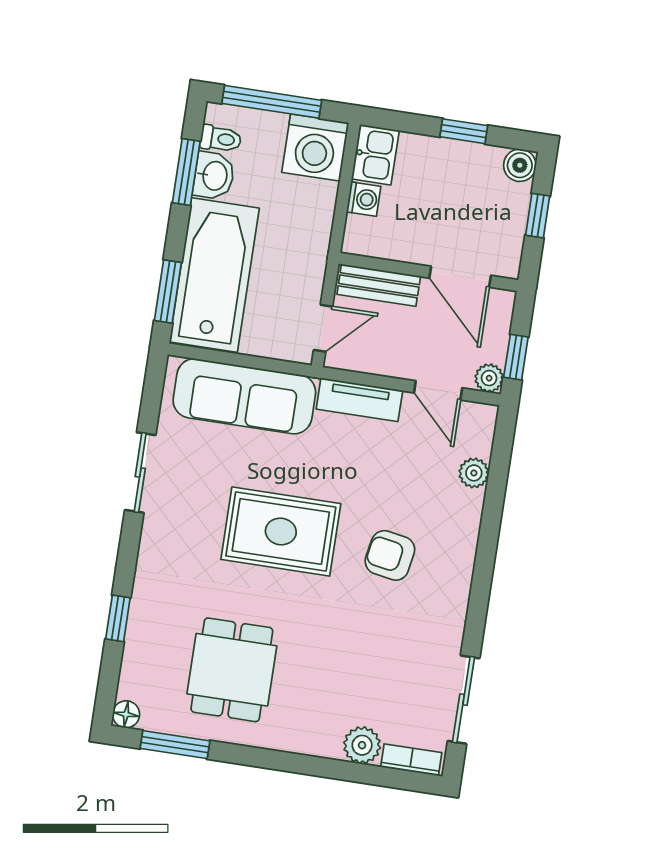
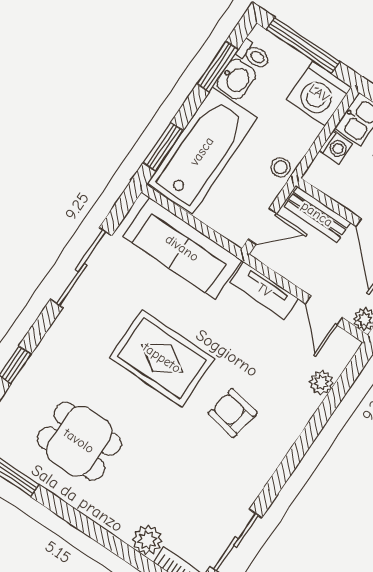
stool: (312, 252) -> (281, 167), added
sliding door: (140, 473) -> (81, 267), width x1.37
dining table: (232, 670) -> (79, 441), turned 90

